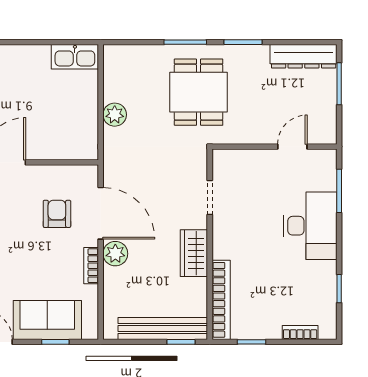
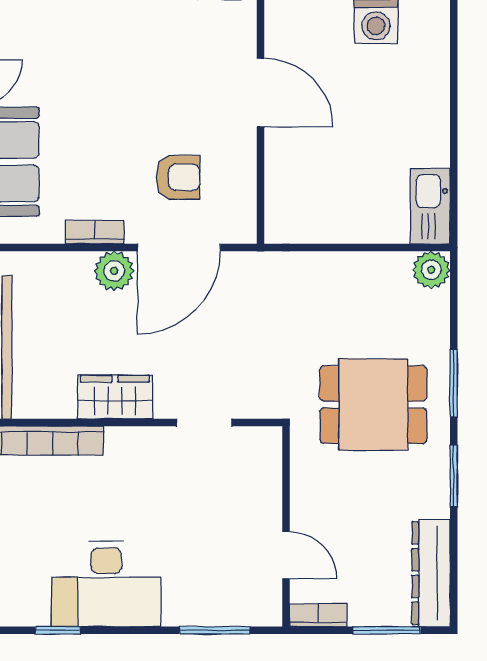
plant: (115, 115) -> (431, 270), moved
bookcase: (330, 126) -> (318, 615), added
desk: (310, 226) -> (106, 584), moved

